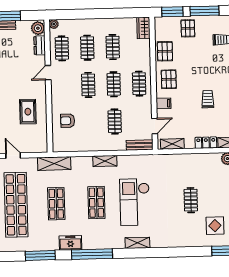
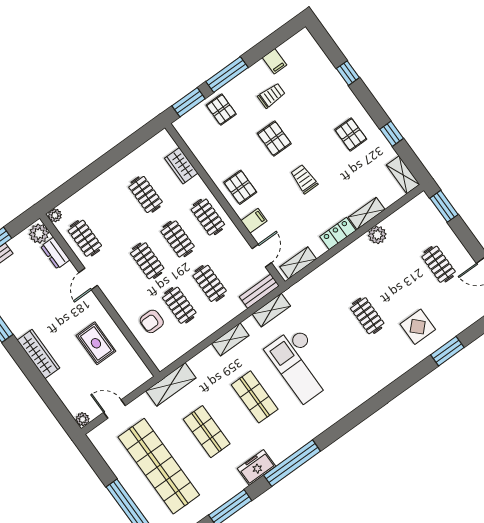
wardrobe: (143, 28) -> (181, 166), moved
clothes rail: (87, 48) -> (179, 305), moved
pallet: (165, 51) -> (274, 139), moved
shelving: (137, 243) -> (271, 310), moved

